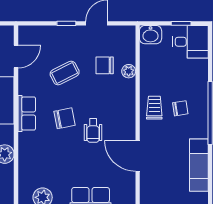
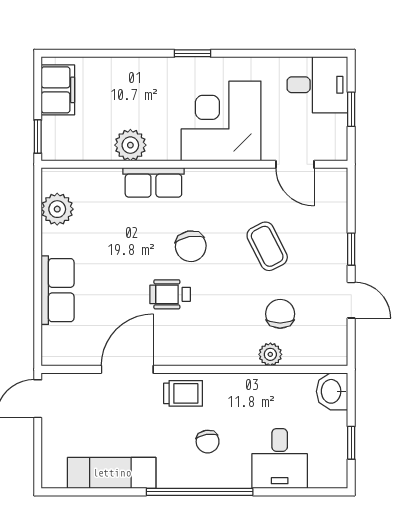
desk: (190, 42) -> (280, 459), moved
trolley: (154, 108) -> (183, 393), moved
row of seats: (27, 114) -> (153, 182), moved

